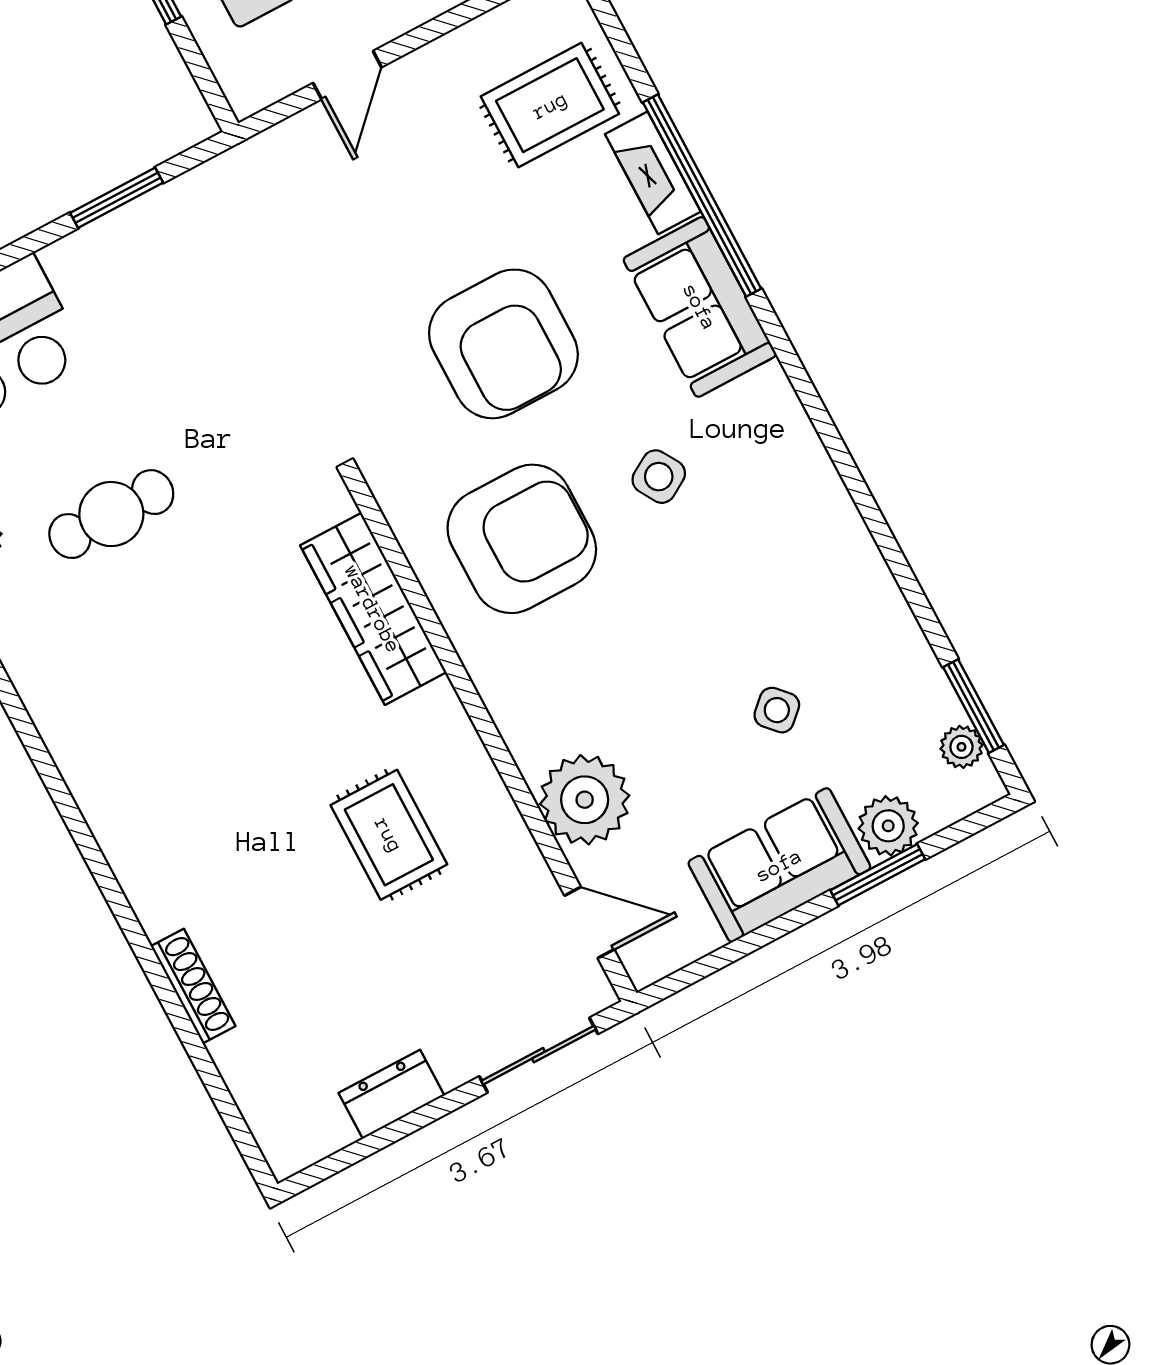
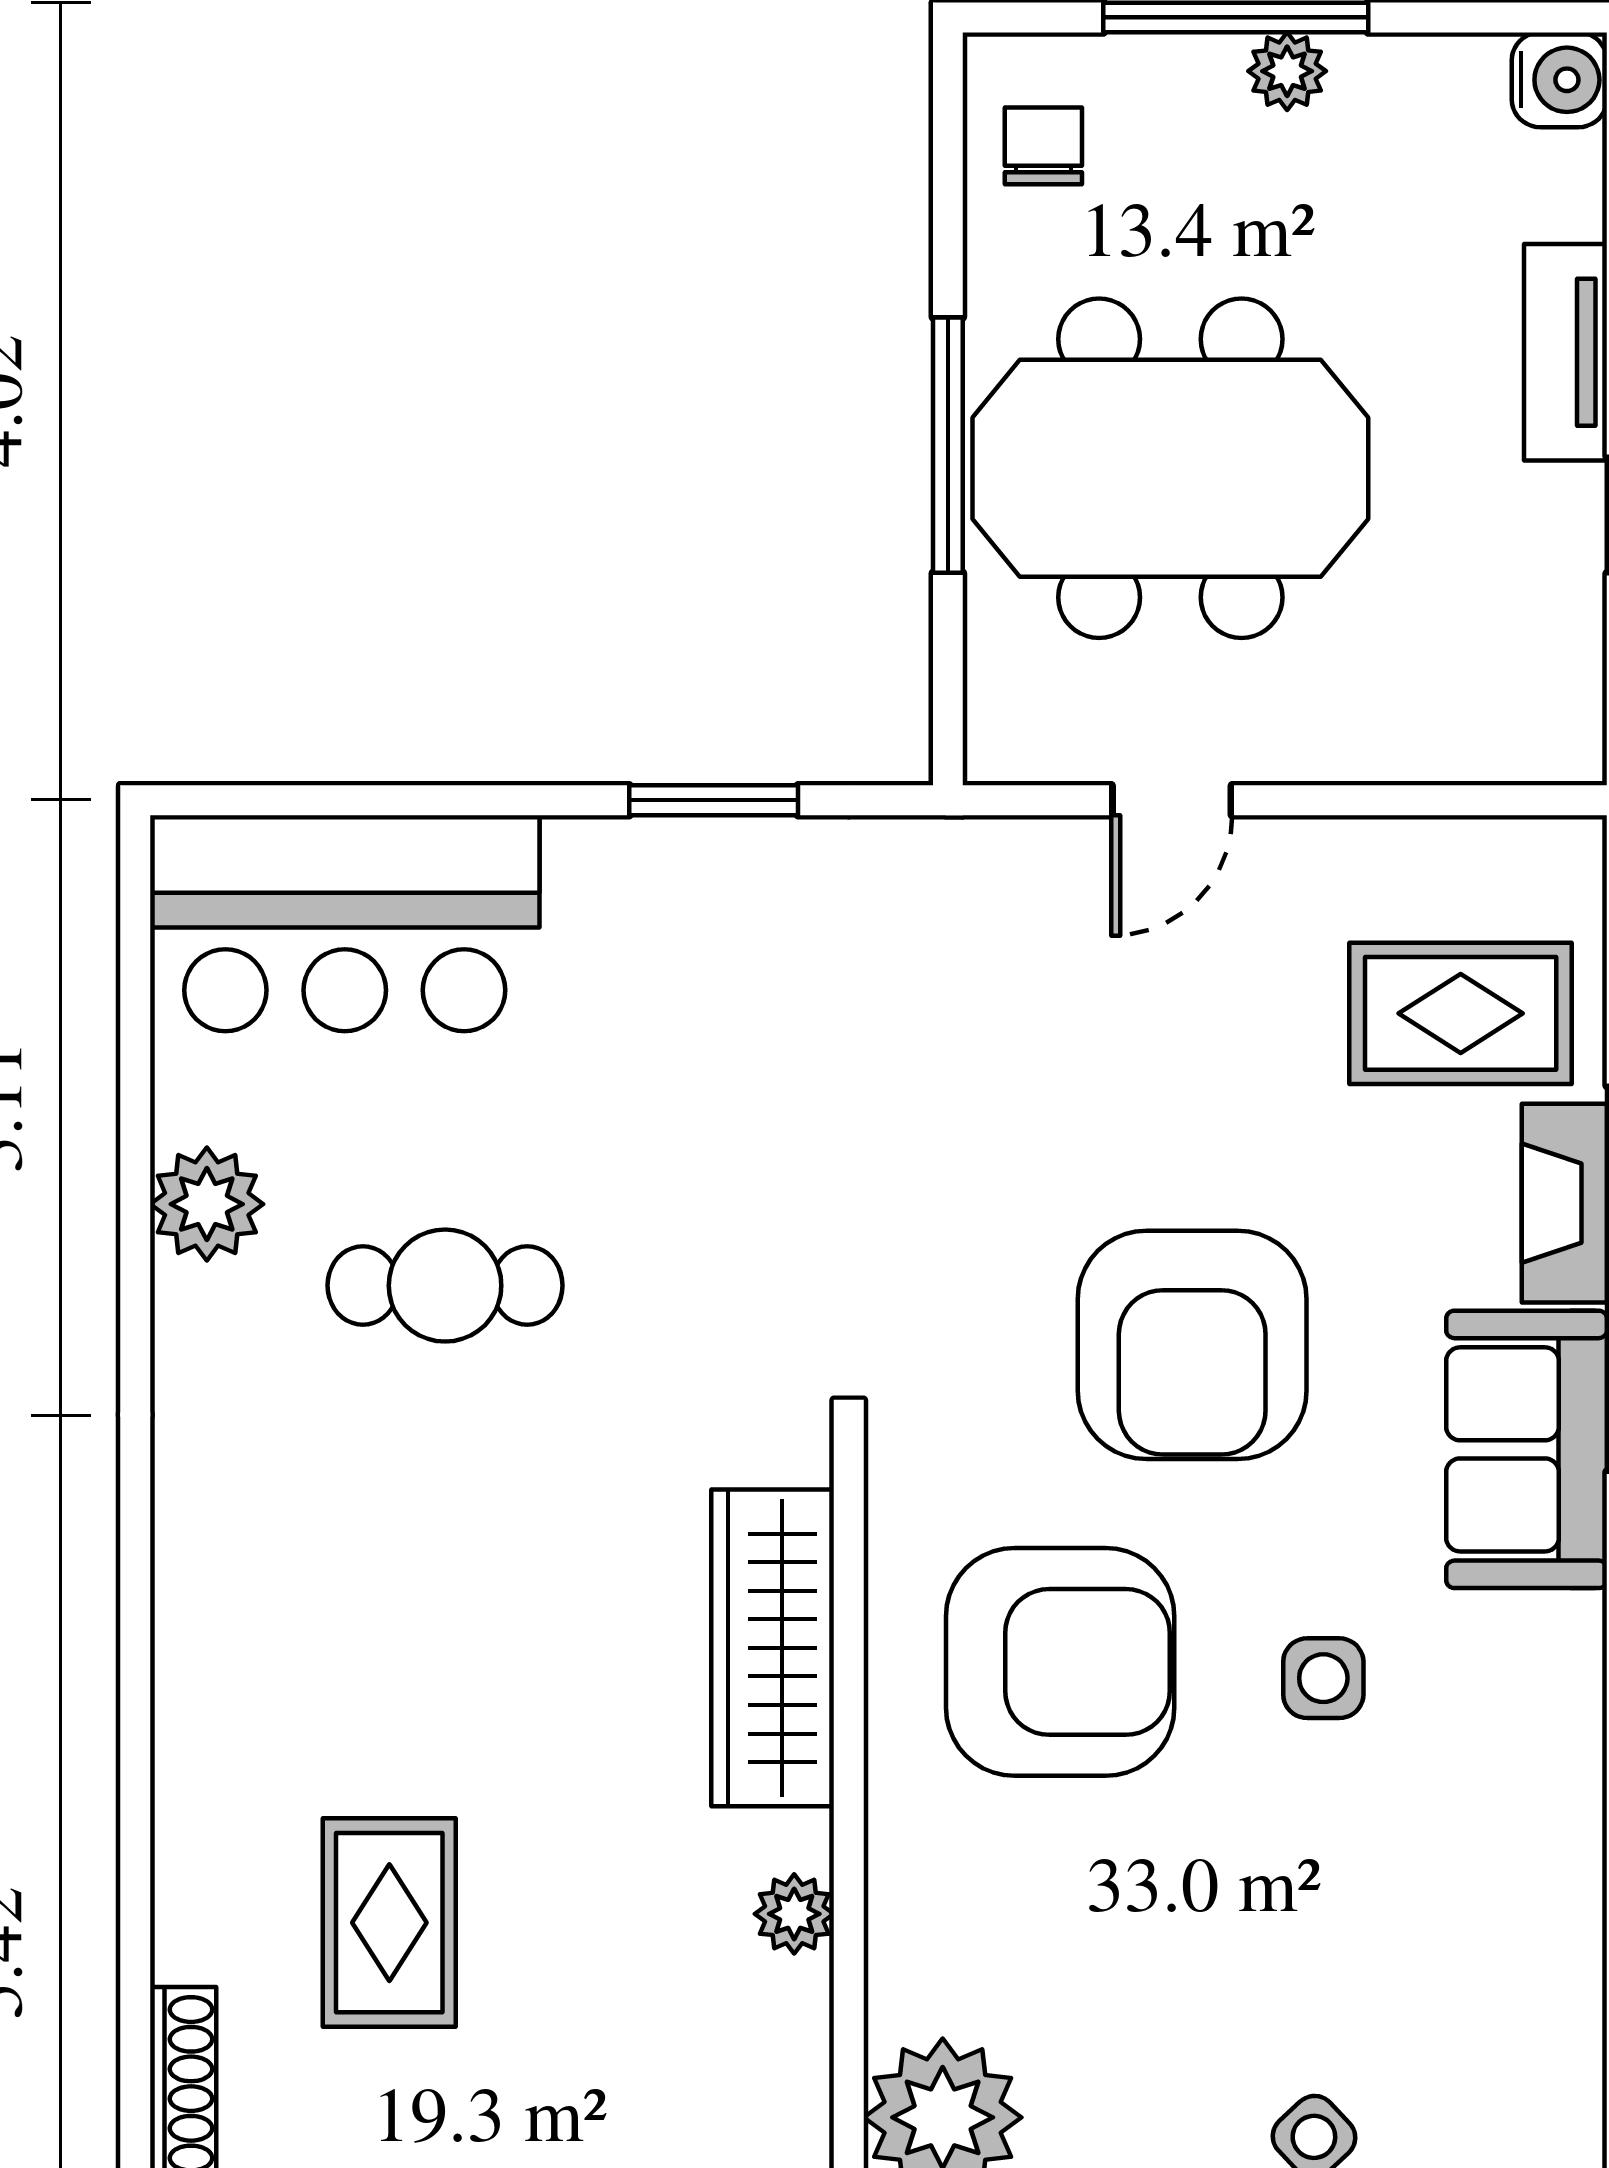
side table: (659, 477) -> (1323, 1678), turned 31
plant: (455, 737) -> (794, 1914), added
rug: (389, 835) -> (389, 1923), moved

